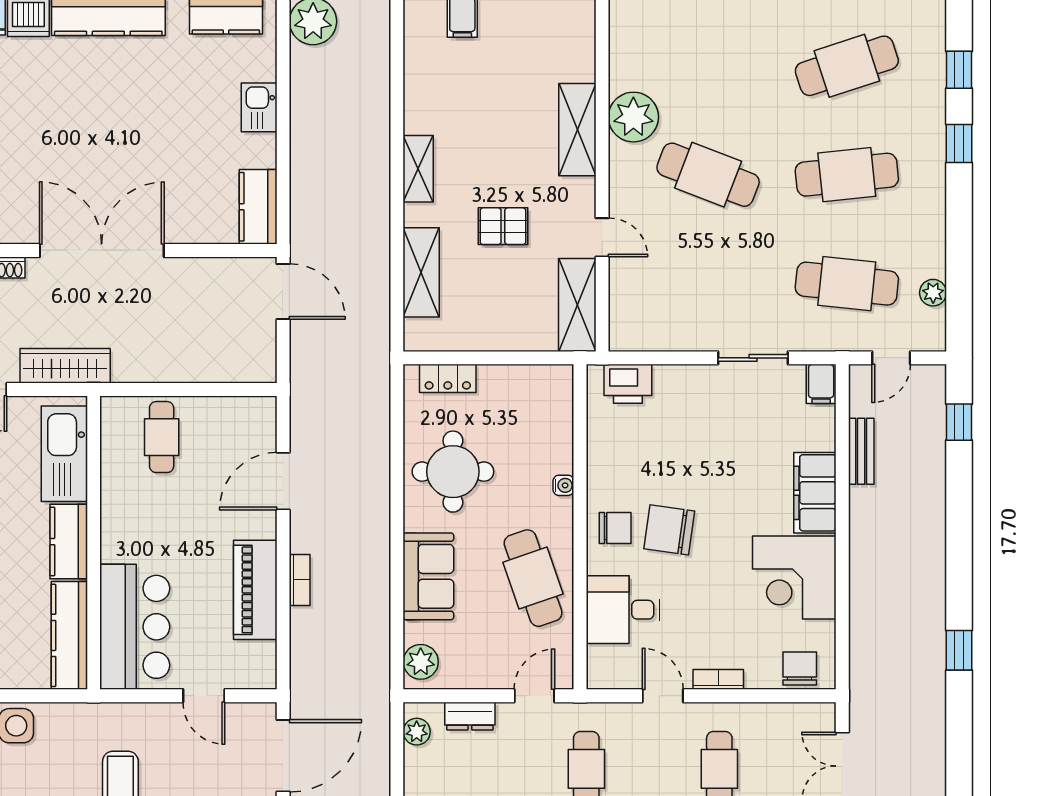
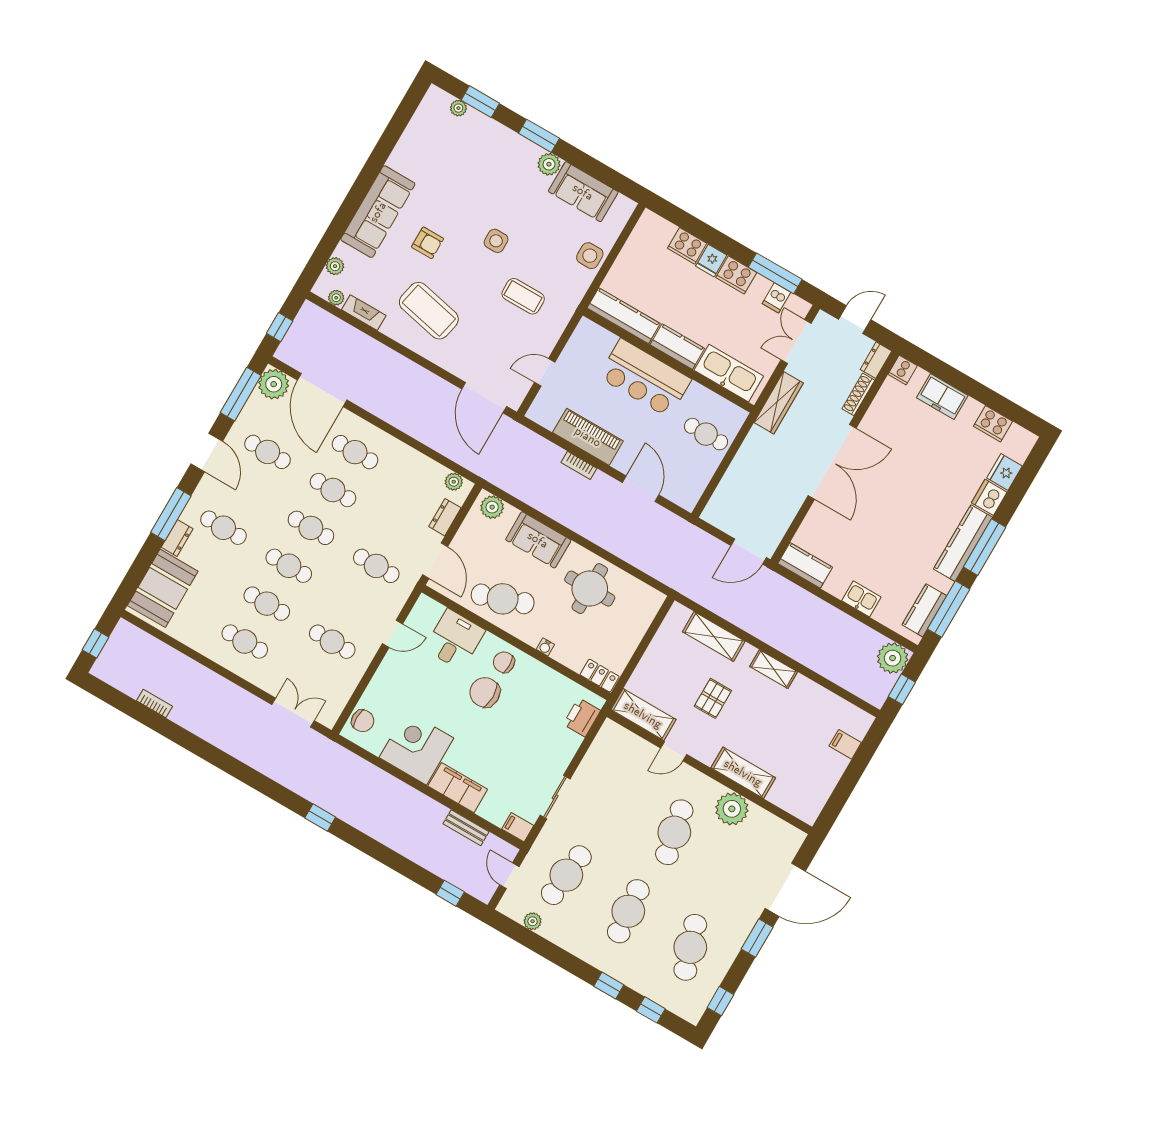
cafe table: (708, 175) -> (674, 832), turned -33
locker: (448, 378) -> (600, 676), moved, turned 90
chair: (615, 528) -> (504, 662), turned 89
chair: (669, 530) -> (485, 692), turned -98
bar counter: (135, 627) -> (645, 378), moved
bookcase: (718, 679) -> (384, 671), removed
door: (534, 696) -> (435, 561), width x1.38

